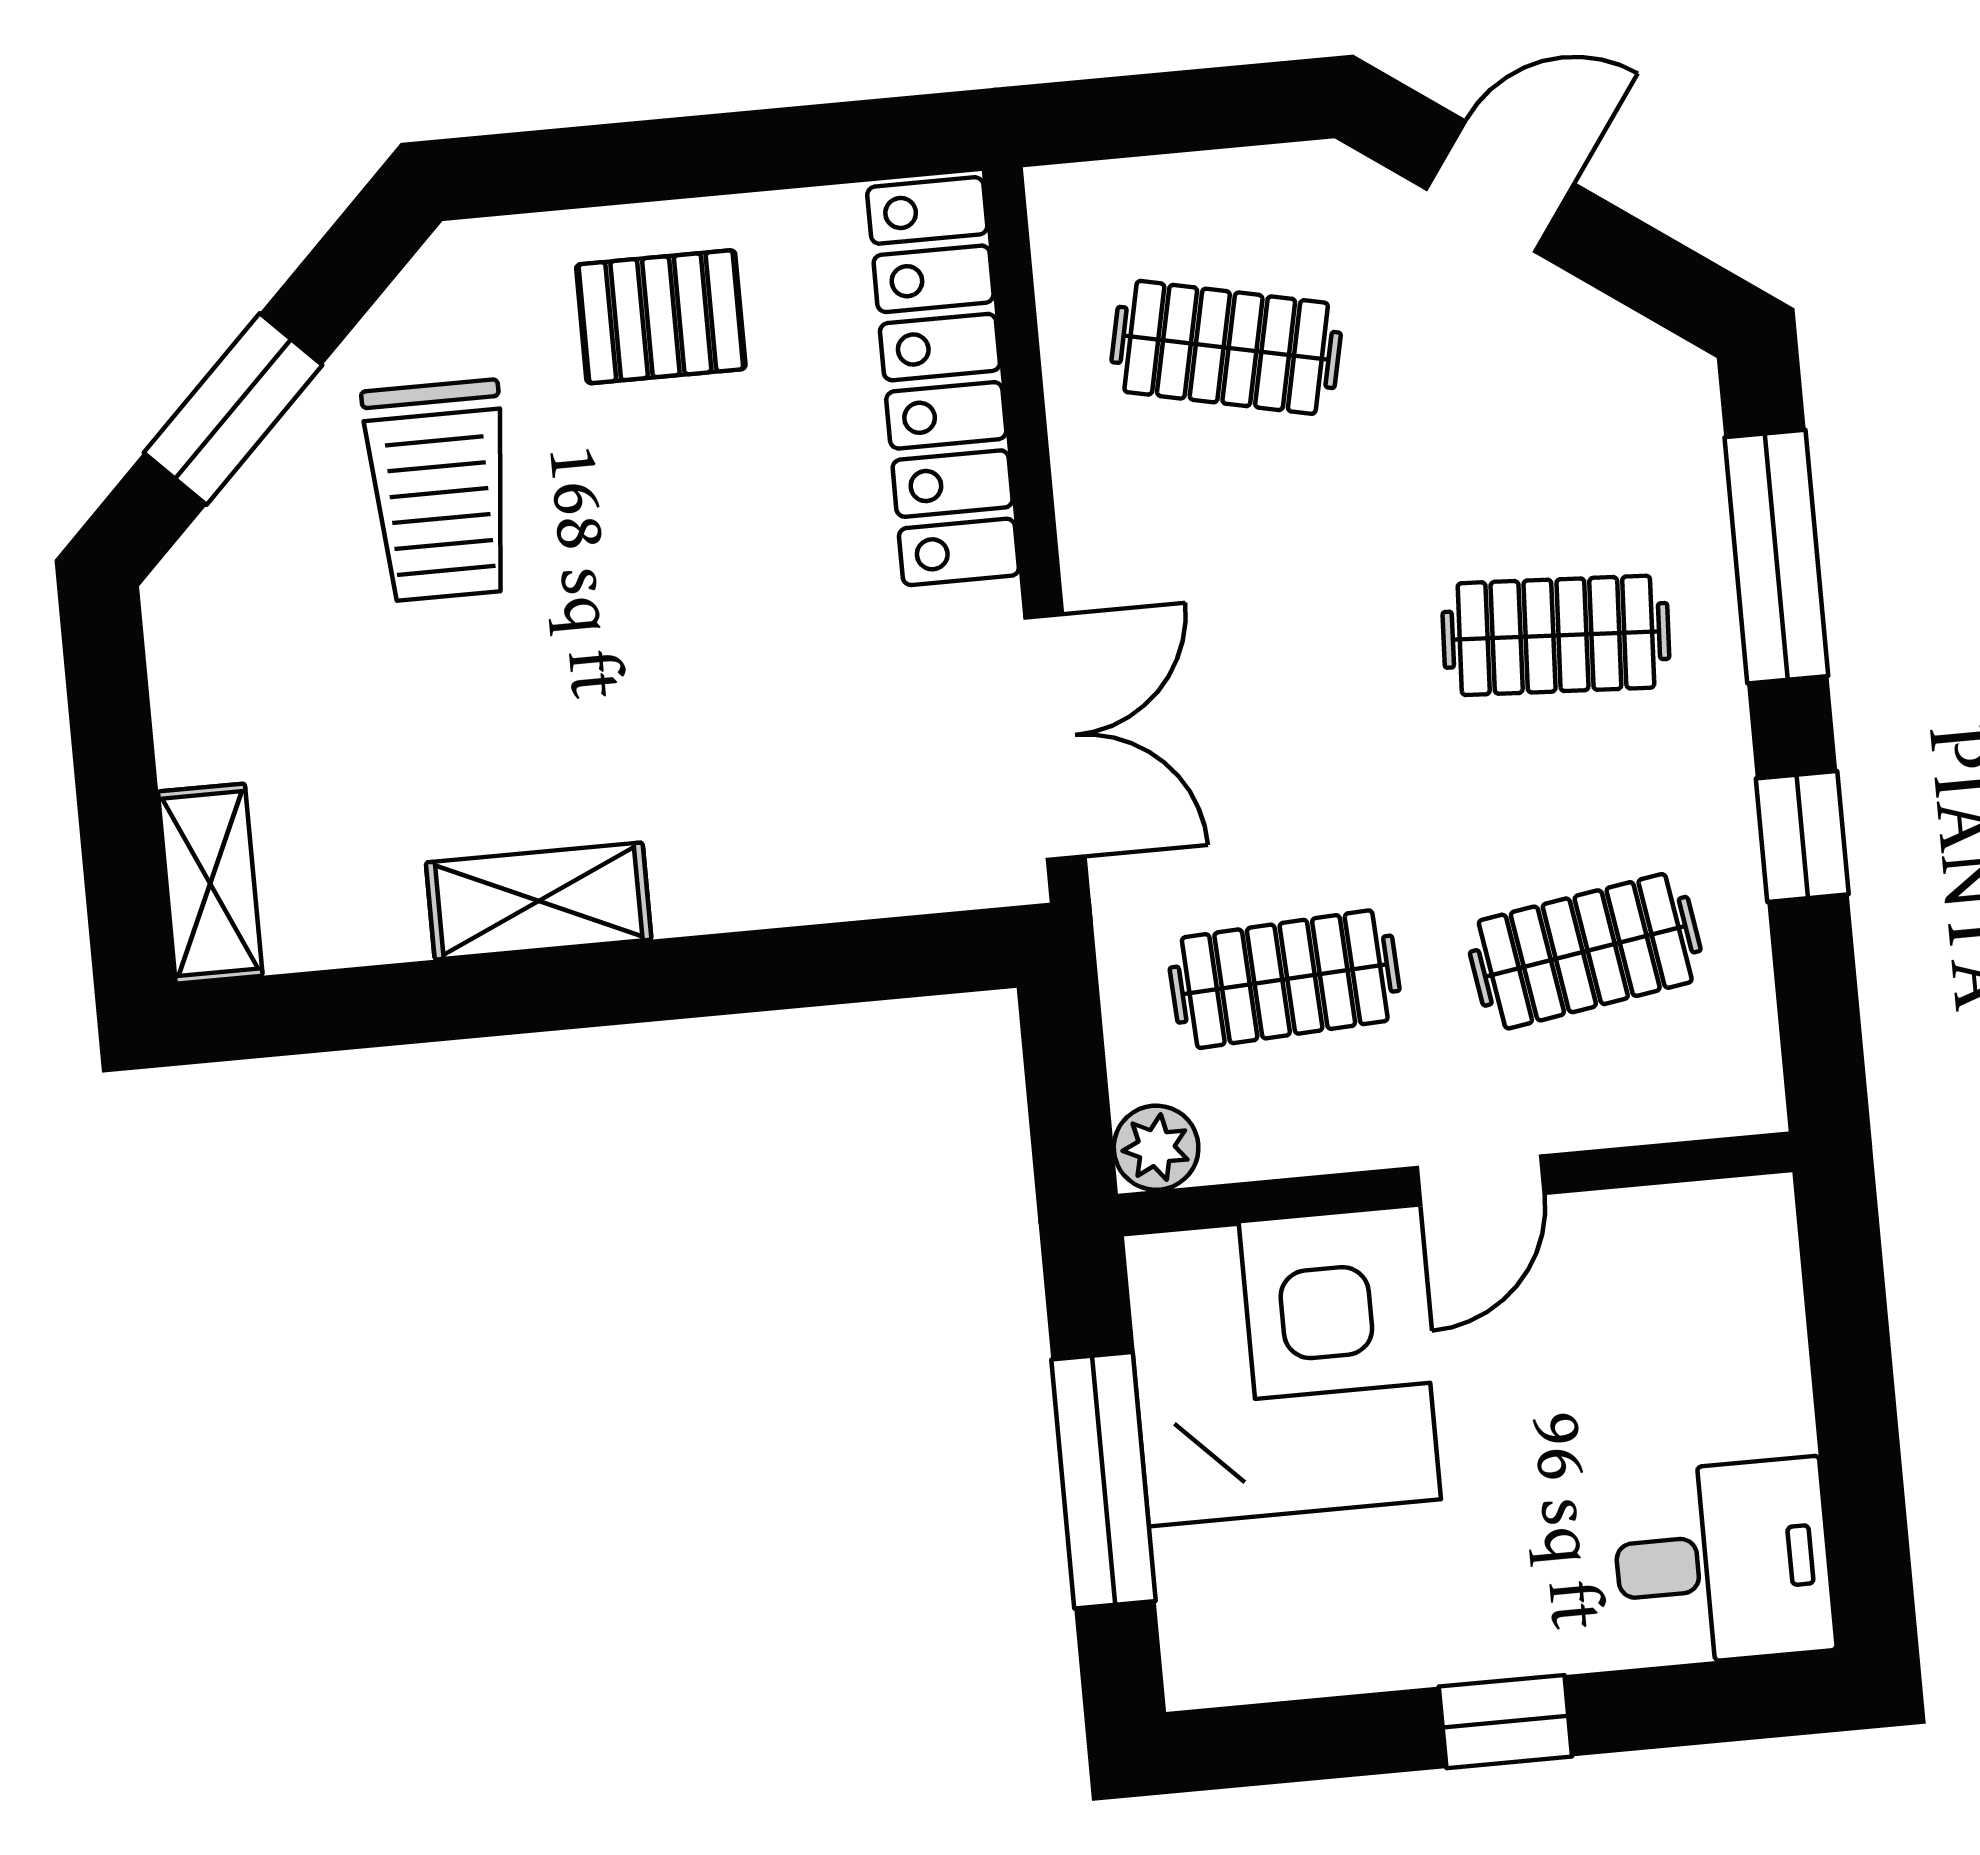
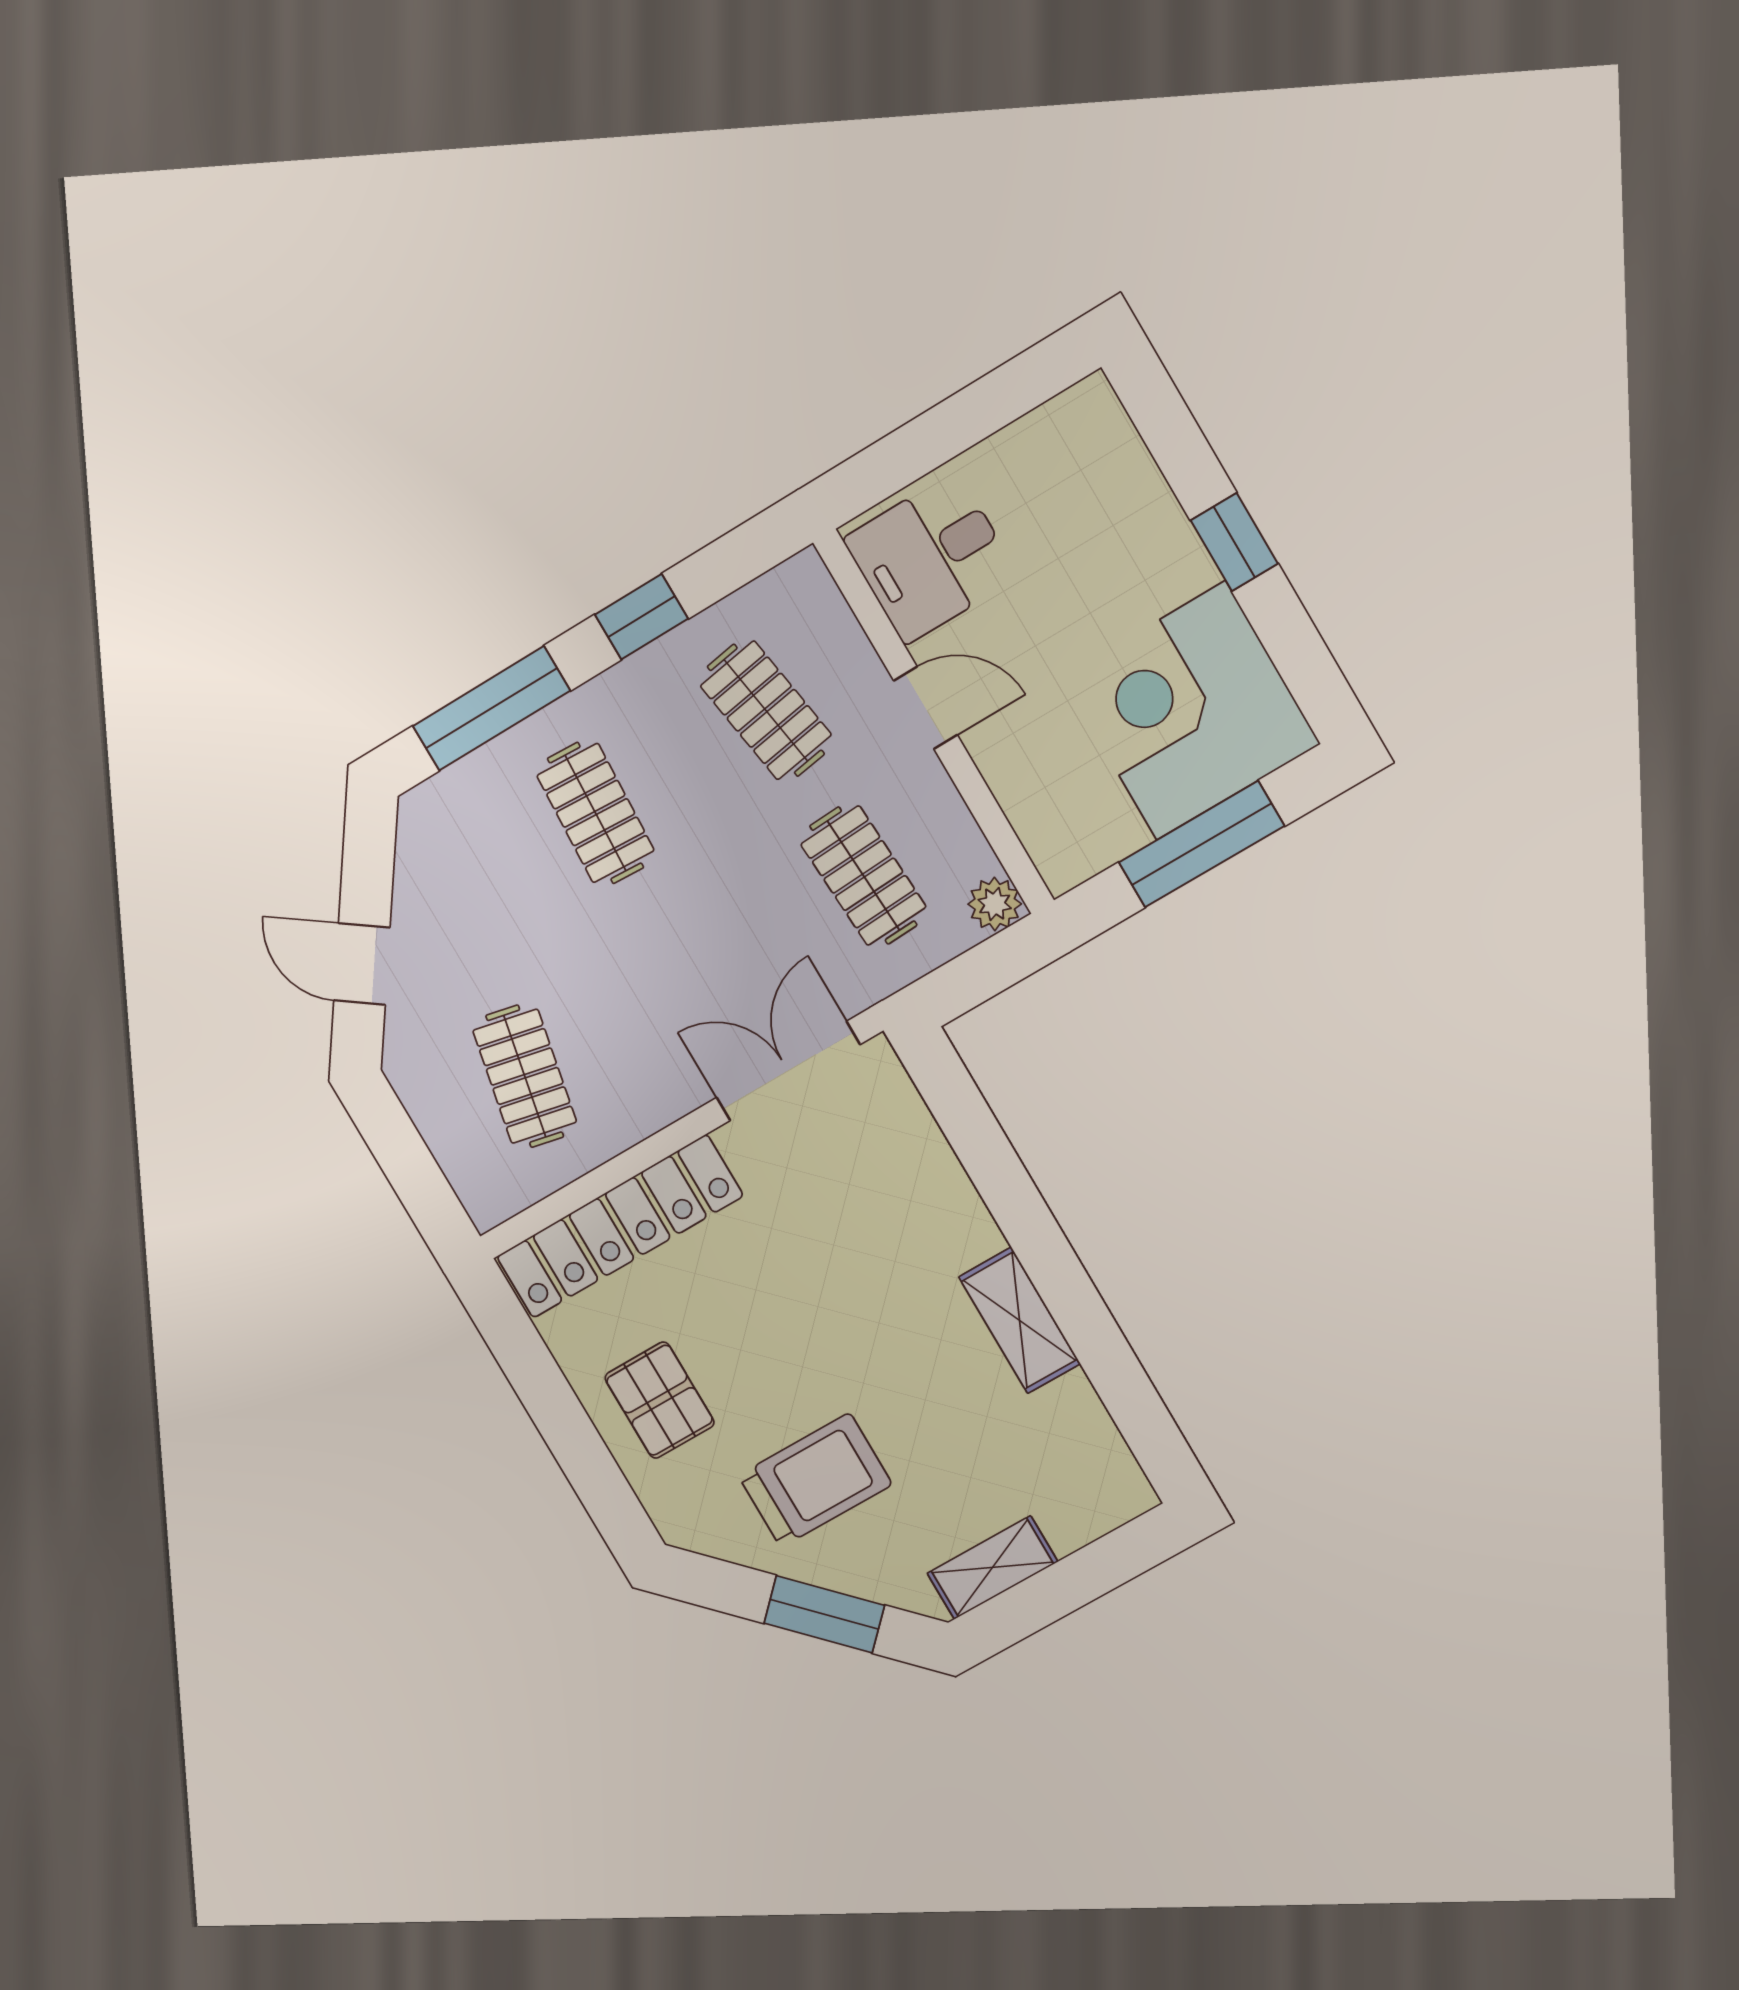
shelving: (210, 884) -> (992, 1567), moved
corner desk: (1281, 1367) -> (1191, 711), moved
desk: (1723, 1562) -> (931, 558), moved, turned -90

